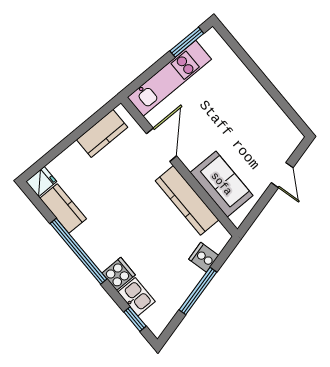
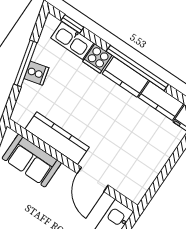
kitchen counter: (102, 133) -> (125, 77), moved, turned -90
cooker: (204, 257) -> (36, 73), moved
kitchen sink: (136, 297) -> (72, 40), width x1.38

